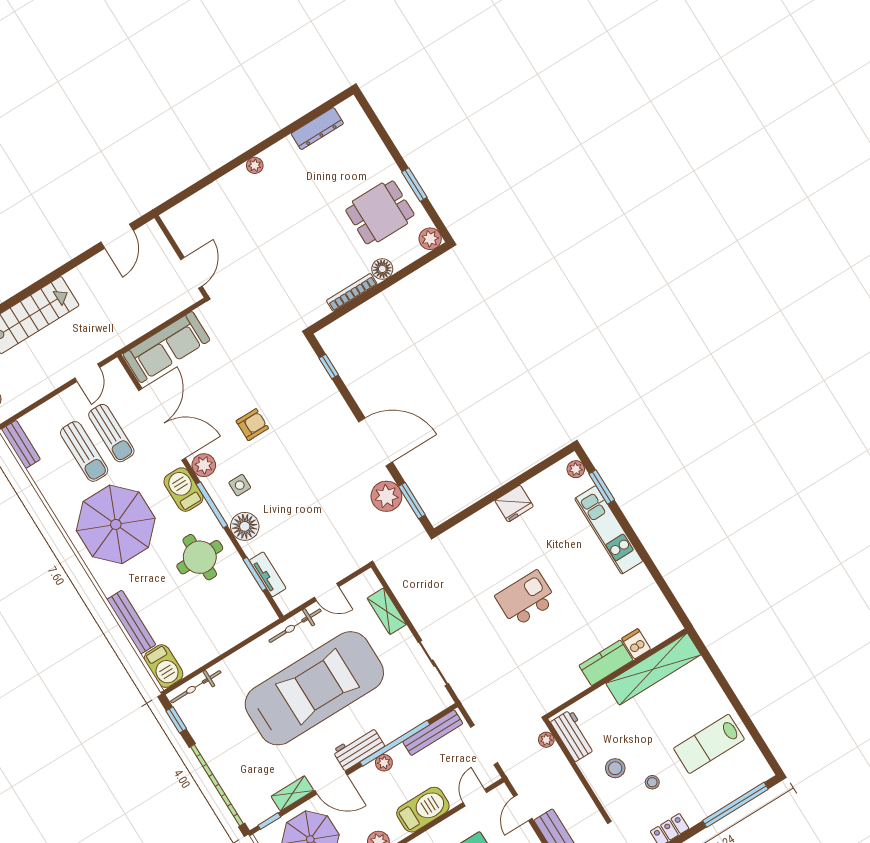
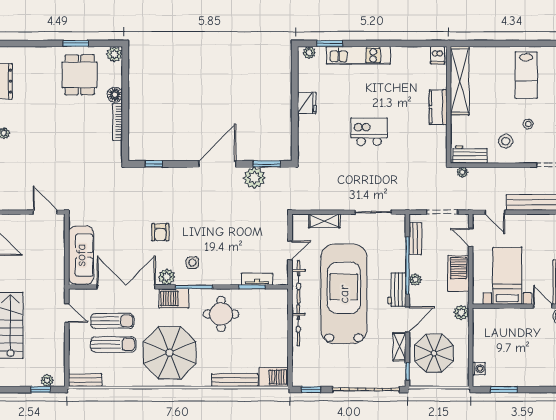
armchair: (252, 425) -> (160, 232), turned 180
floor lamp: (245, 526) -> (219, 275), removed
kitchen island: (526, 599) -> (369, 132), turned 90
dishwasher: (636, 644) -> (437, 55), moved, turned -90
bicycle: (196, 687) -> (298, 325), moved
bench: (433, 733) -> (415, 239), width x0.73

